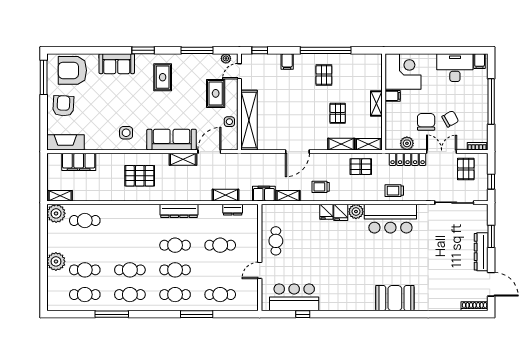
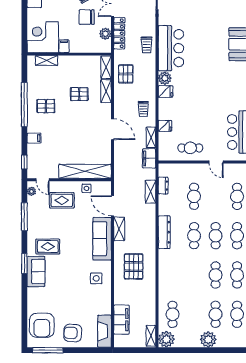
sofa: (117, 64) -> (36, 271), moved
shelving: (376, 103) -> (47, 60), moved
fridge: (326, 212) -> (165, 126), moved

